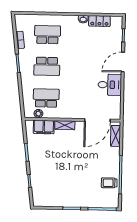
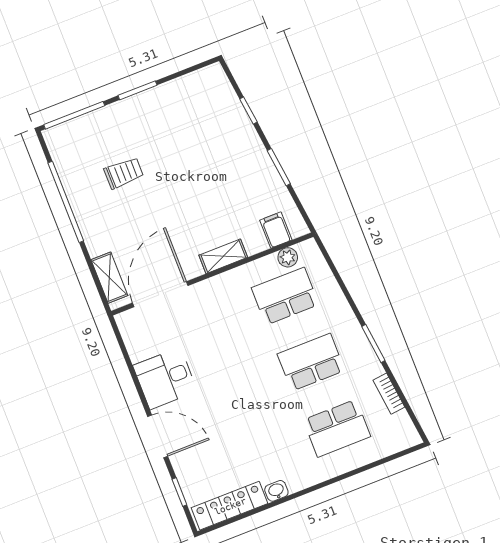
locker: (99, 21) -> (230, 506), width x1.53
door: (123, 62) -> (158, 436), hinge flipped
school desk: (46, 98) -> (285, 296), turned 180
filing cabinet: (44, 127) -> (276, 230), width x0.50
trolley: (109, 183) -> (124, 173), moved

